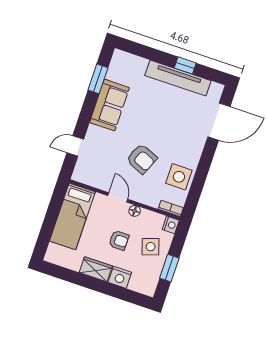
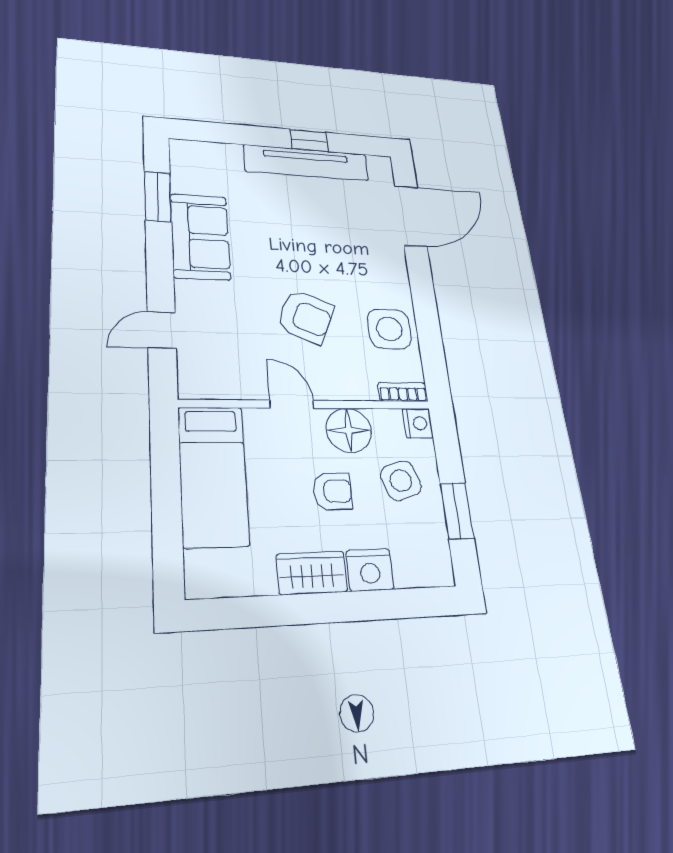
floor lamp: (135, 211) -> (349, 430), width x1.89, depth x1.89

